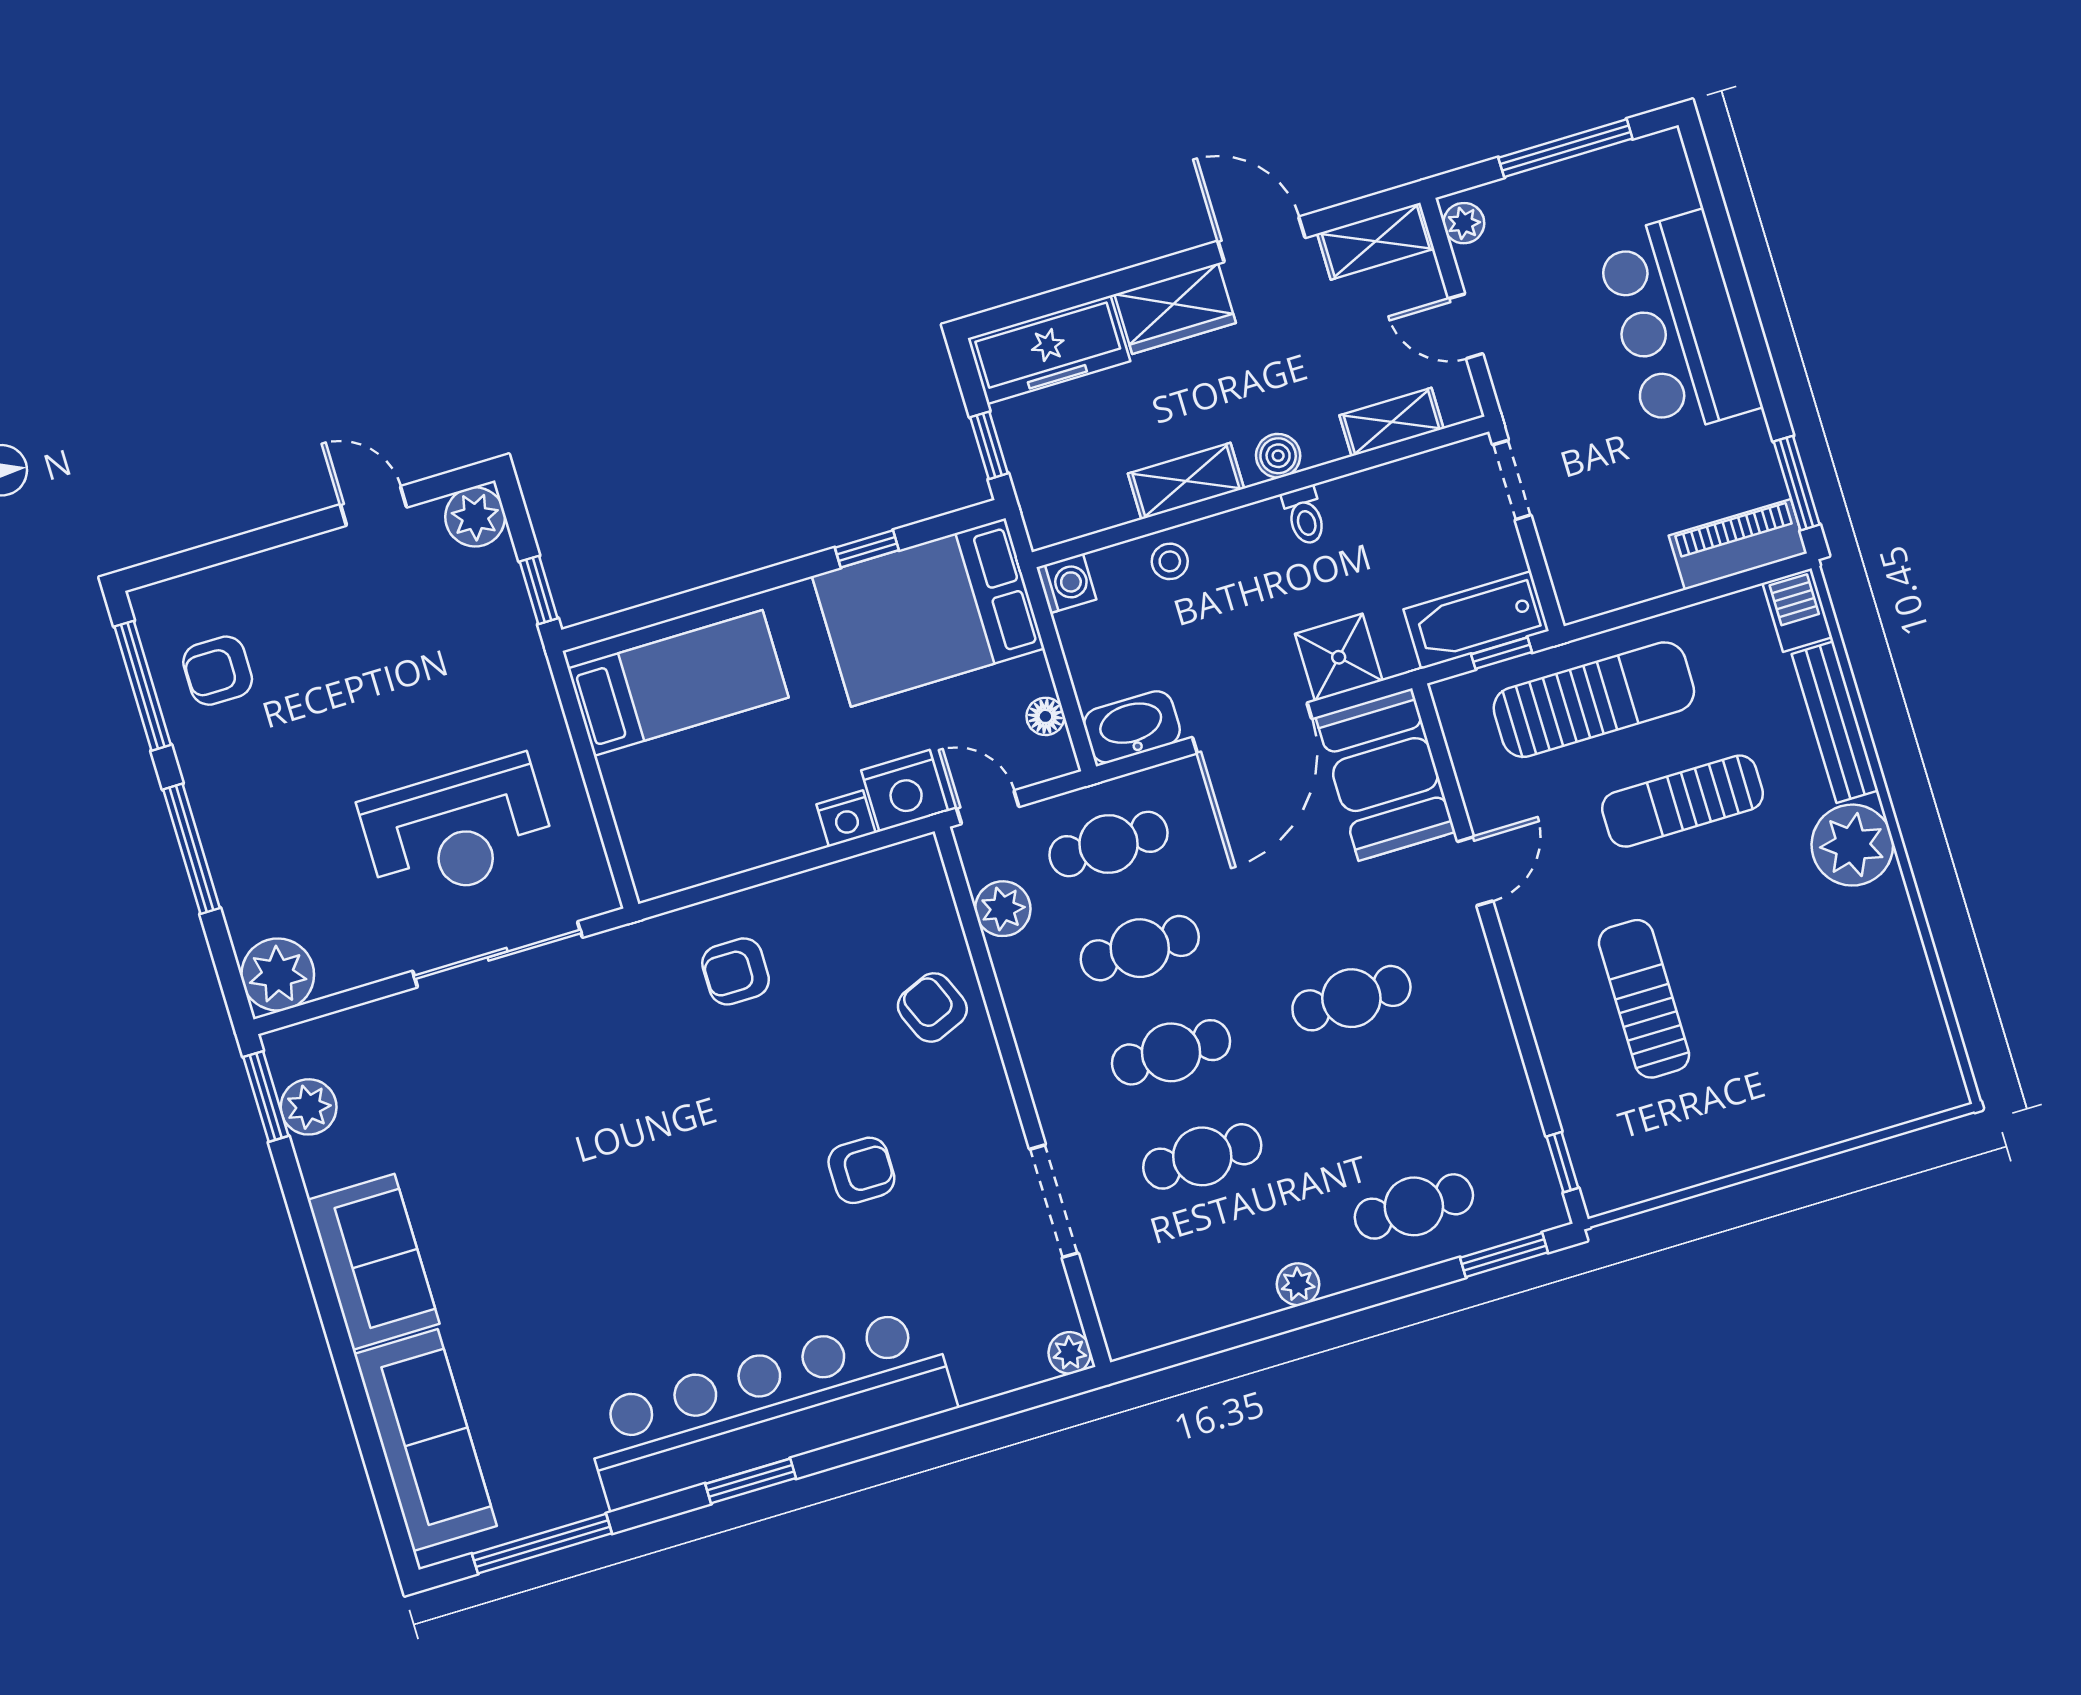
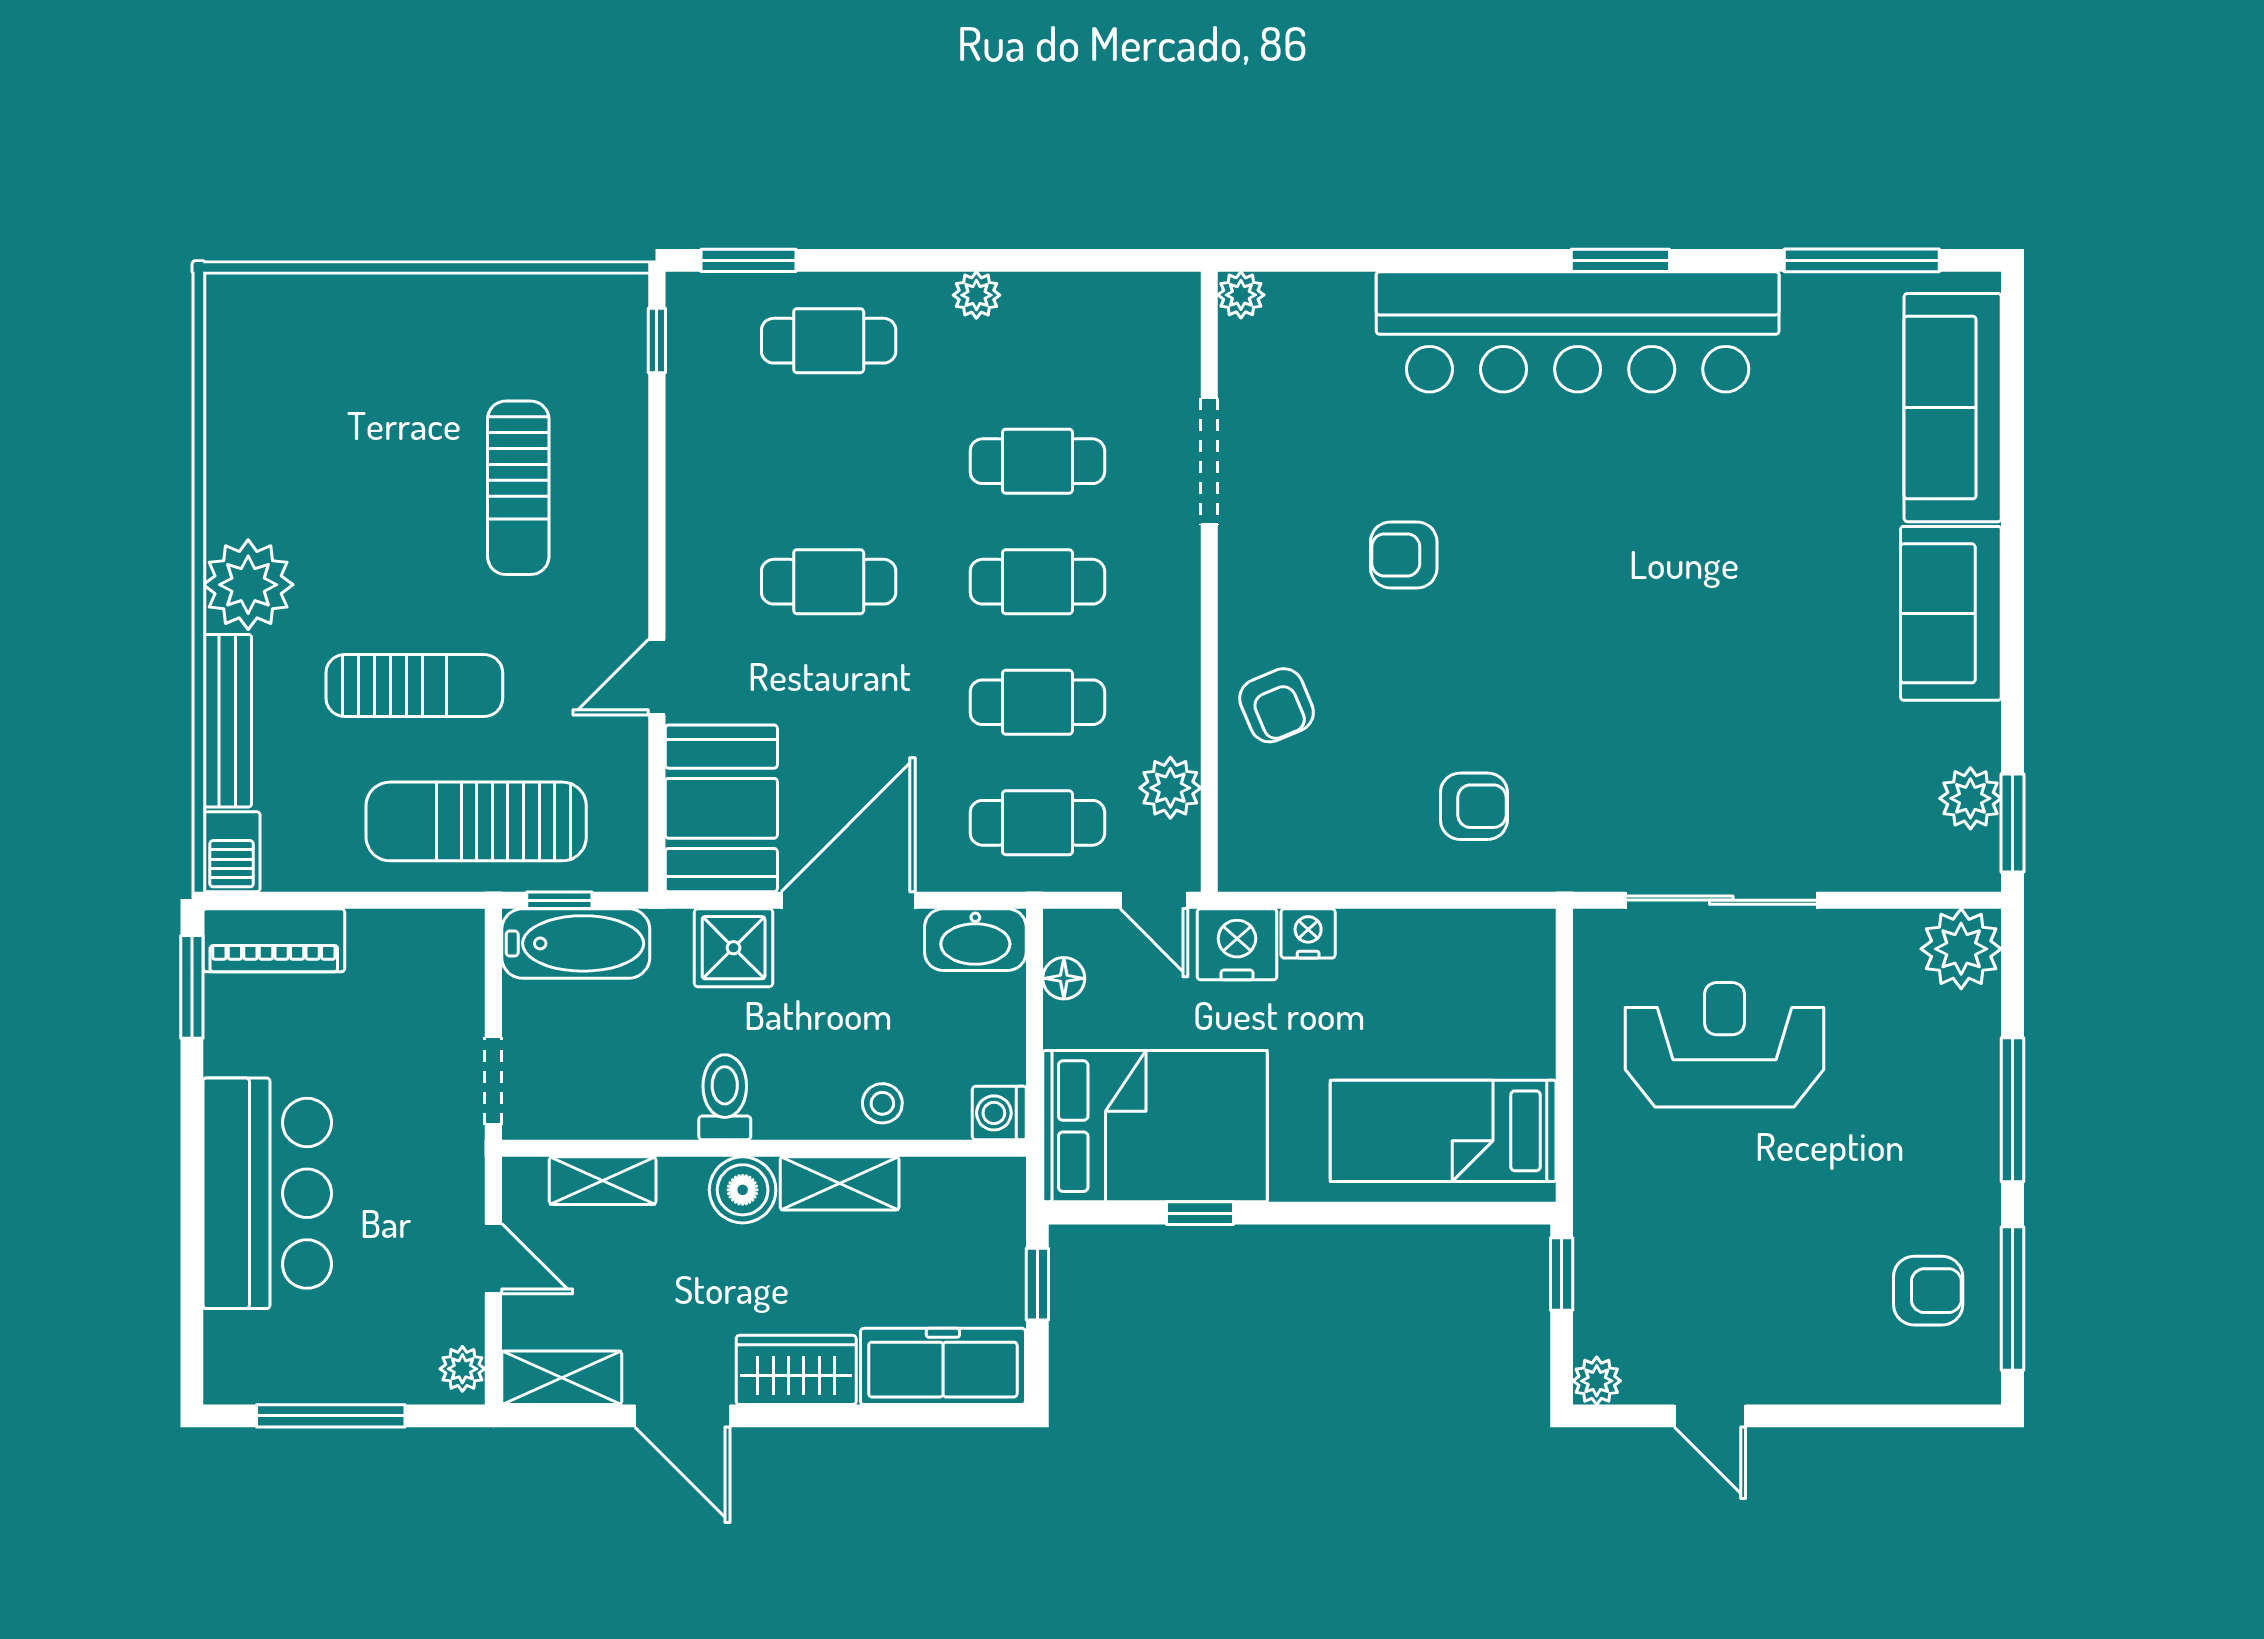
boiler: (1278, 456) -> (743, 1190), width x1.36, depth x1.36
toilet: (1304, 516) -> (725, 1097), width x1.37, depth x1.39
plant: (475, 517) -> (1597, 1381), width x0.73, depth x0.73

